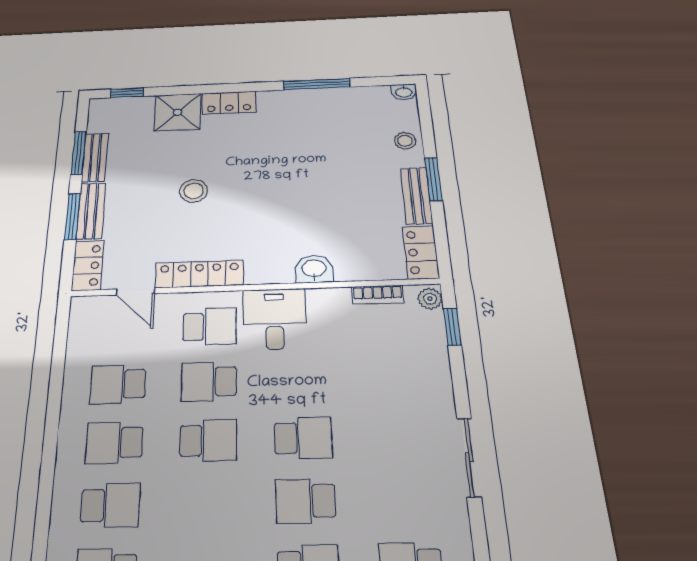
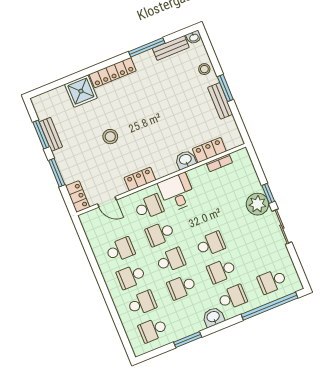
window: (127, 93) -> (48, 88), removed
locker: (229, 103) -> (113, 73), width x1.53
bench: (91, 211) -> (171, 48), moved, turned 90
locker: (421, 252) -> (209, 150), moved, turned 90
locker: (199, 274) -> (140, 179), width x0.66
plant: (430, 299) -> (257, 204), moved, width x1.87, depth x1.87
window: (452, 327) -> (268, 193), moved
school desk: (118, 384) -> (120, 250), turned 180
school desk: (207, 503) -> (182, 287), added

